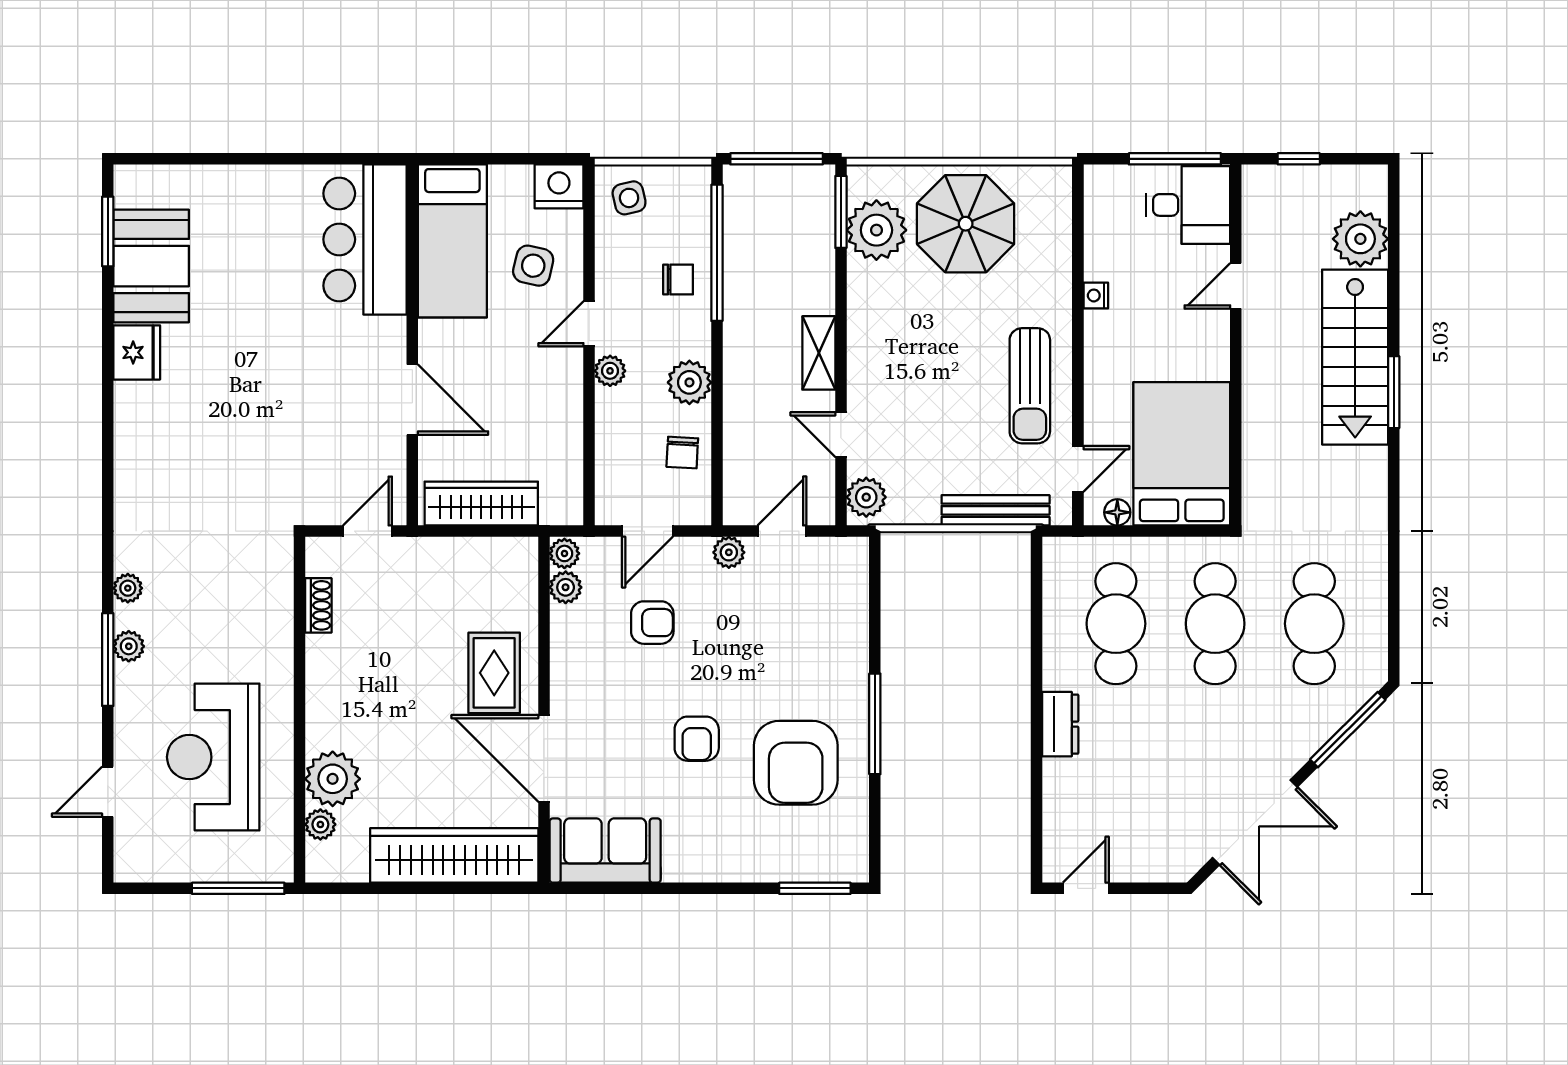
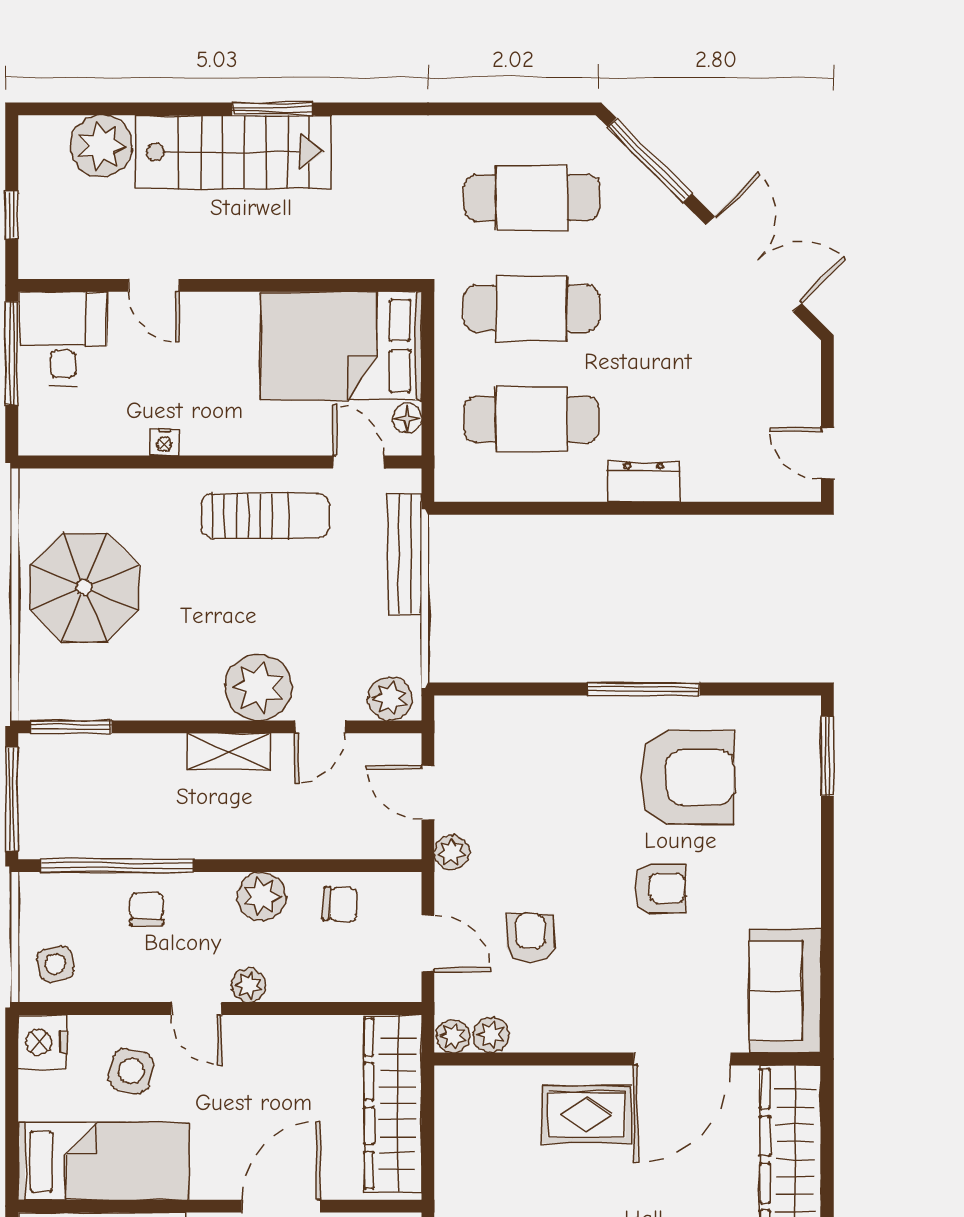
plant: (876, 230) -> (258, 687), moved
wardrobe: (481, 504) -> (393, 1104), width x1.40, depth x1.17

